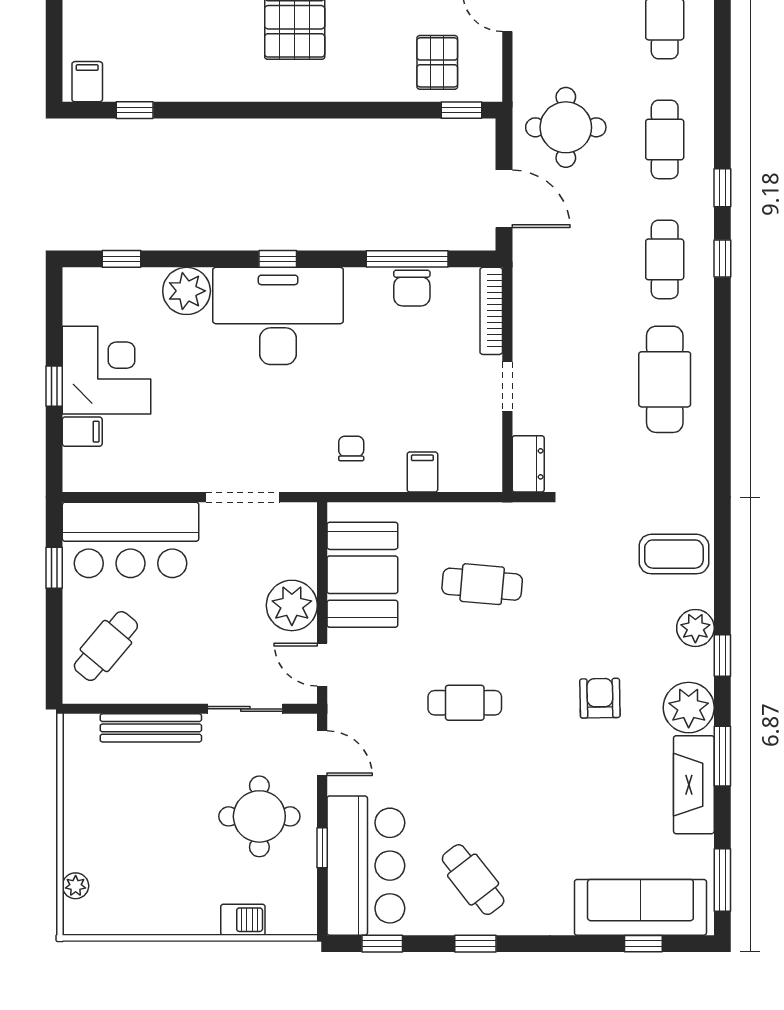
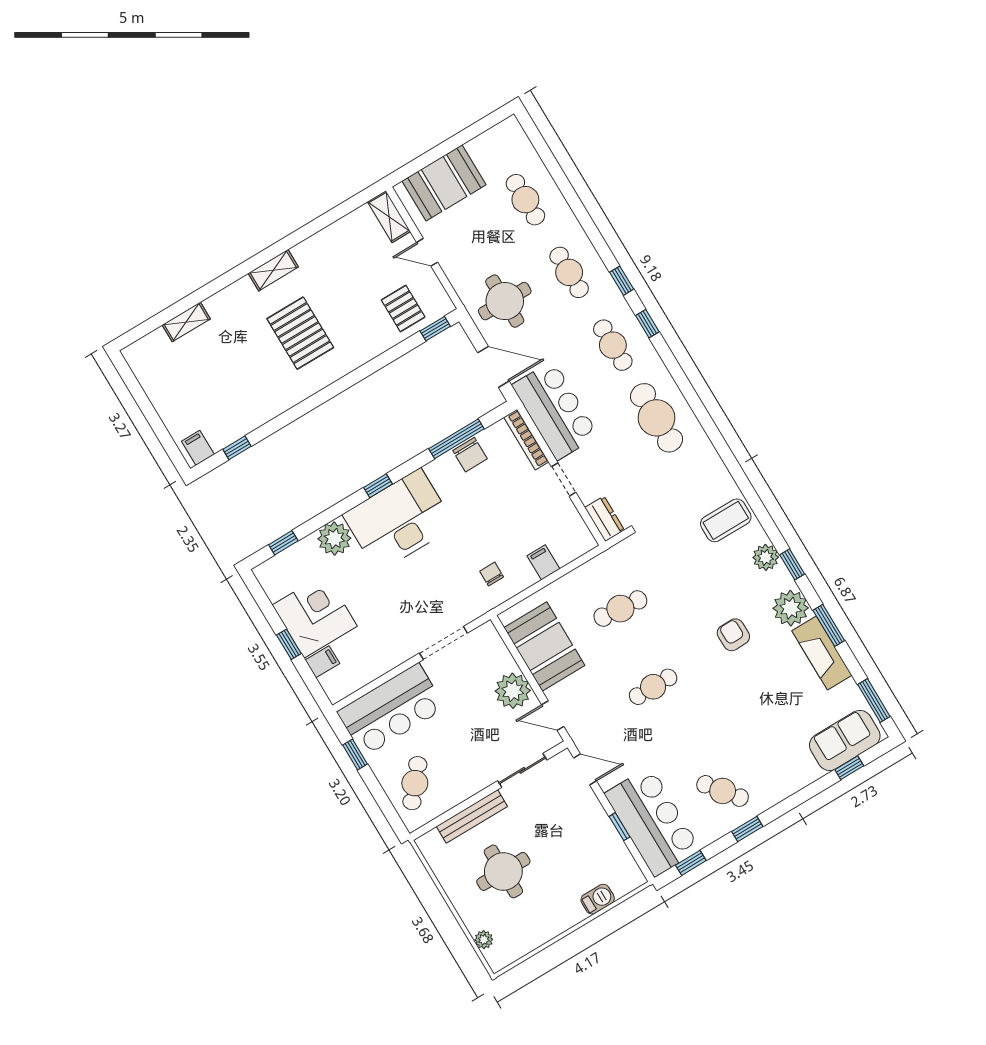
bar counter: (547, 296) -> (555, 410), added
round table: (259, 816) -> (503, 871), moved
sofa: (640, 907) -> (845, 740), width x0.73

